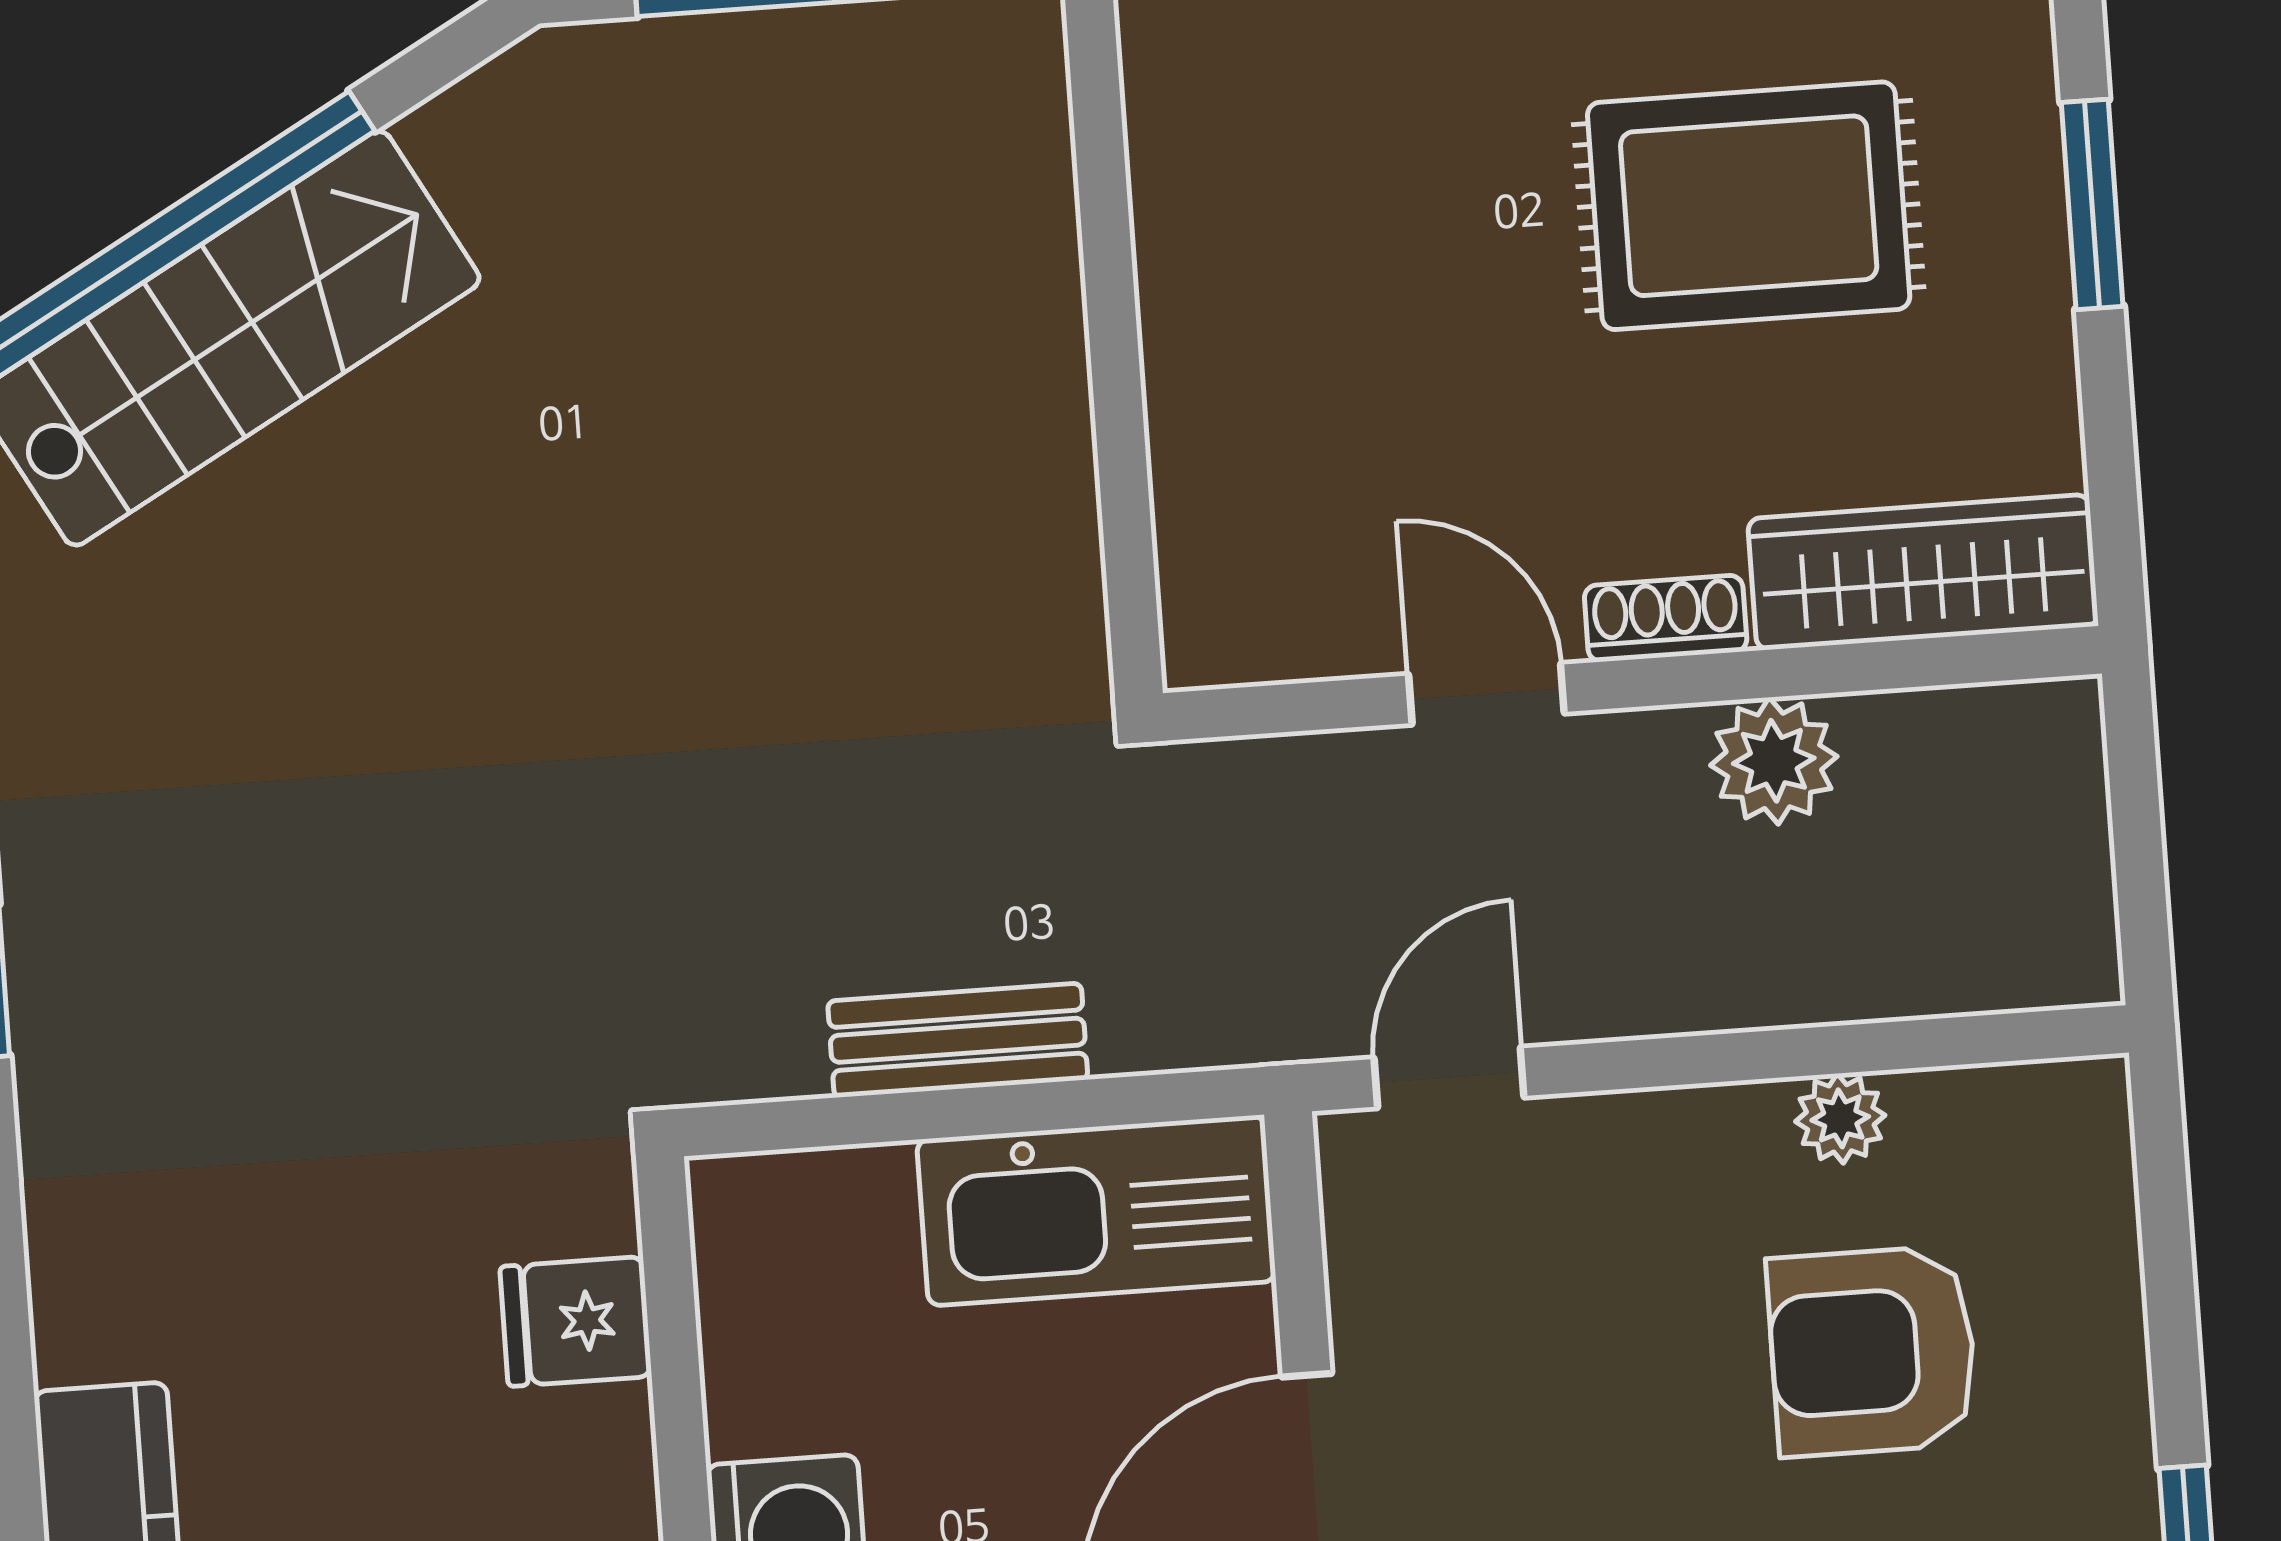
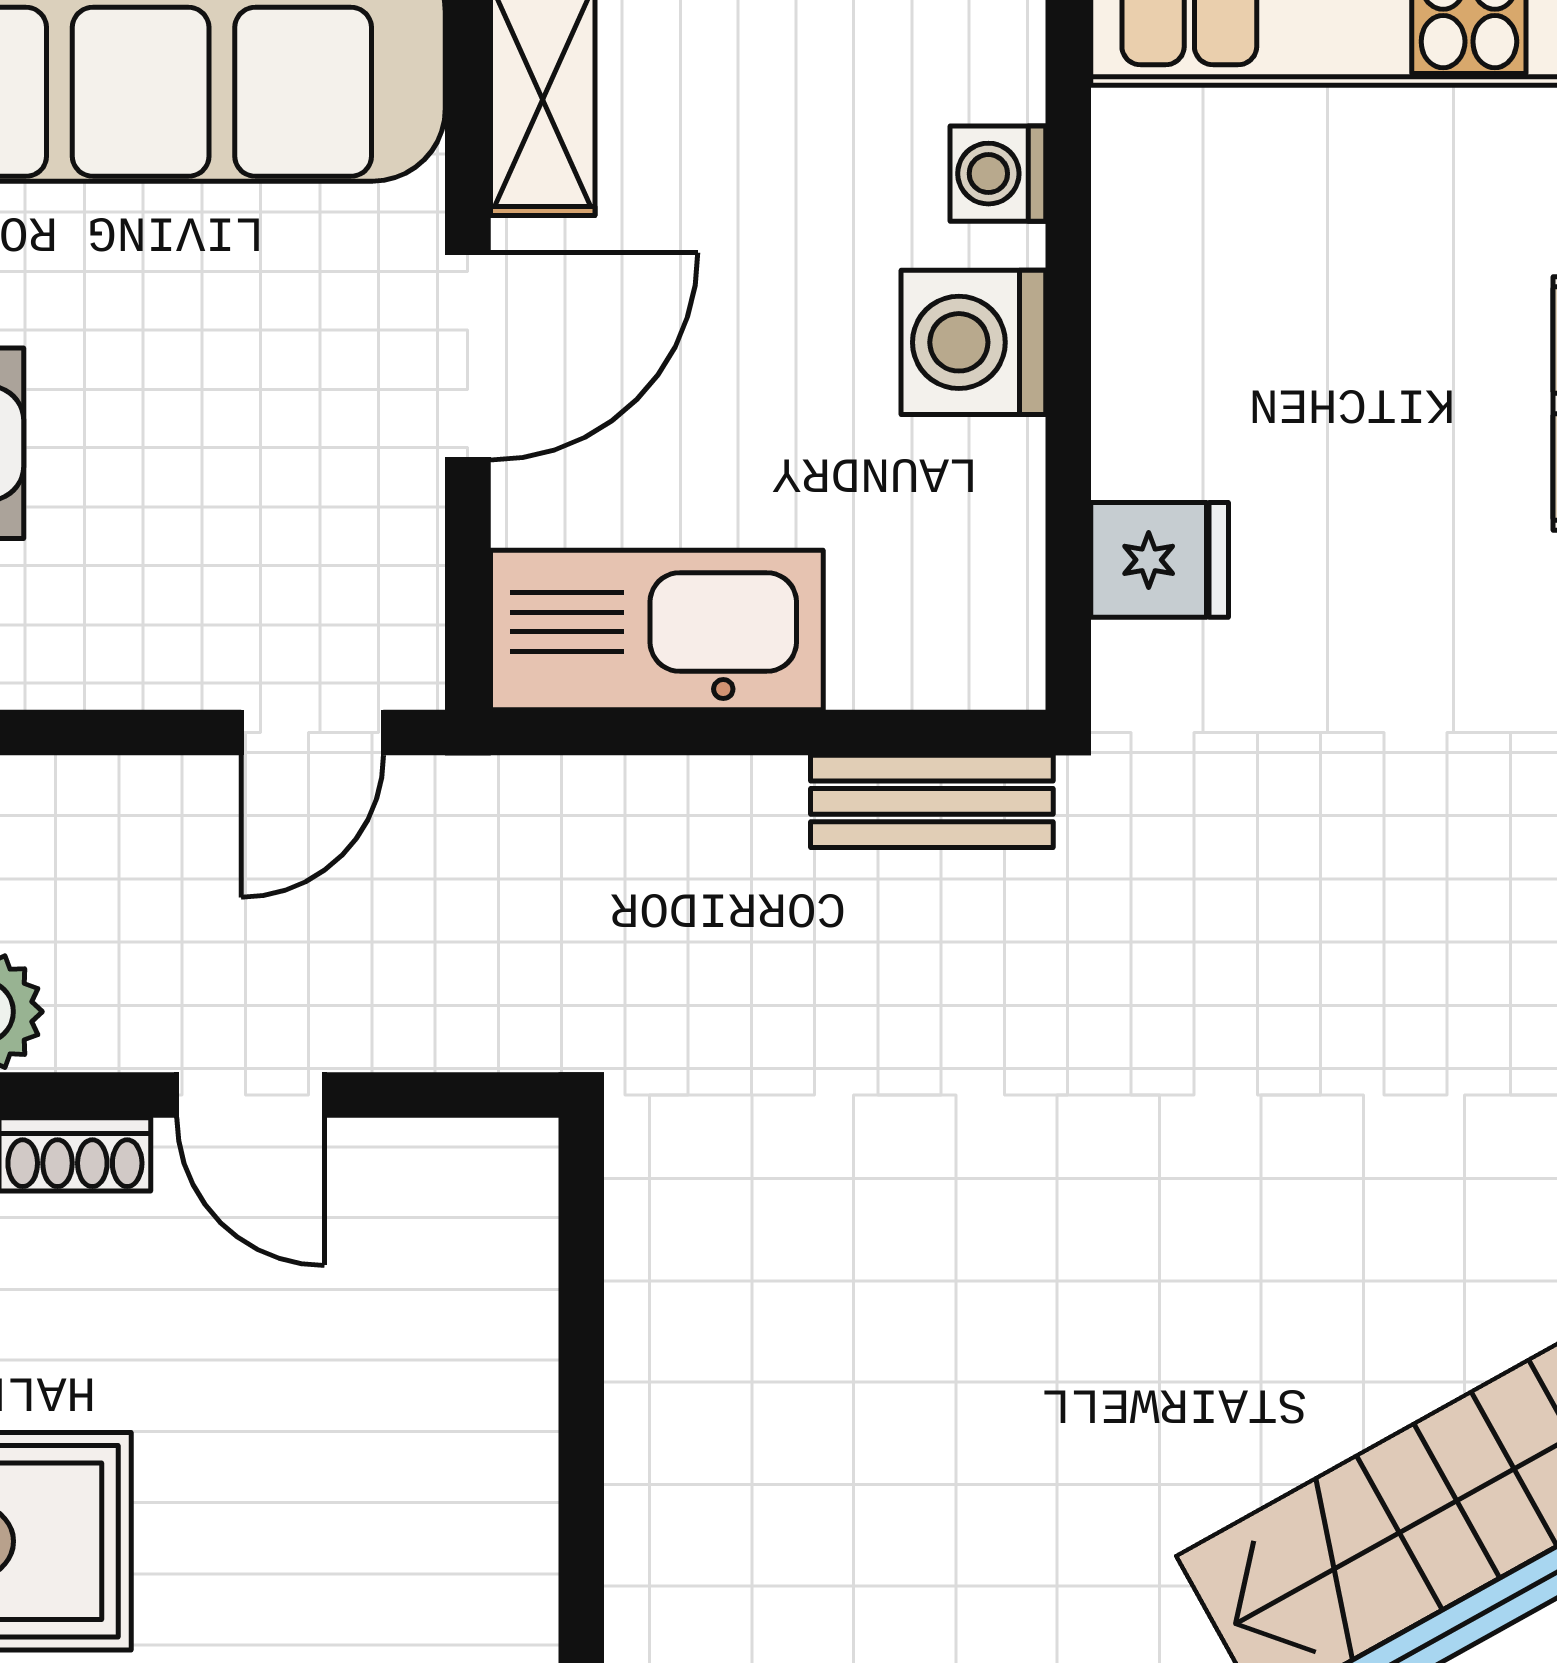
bench: (958, 1040) -> (932, 801), moved

